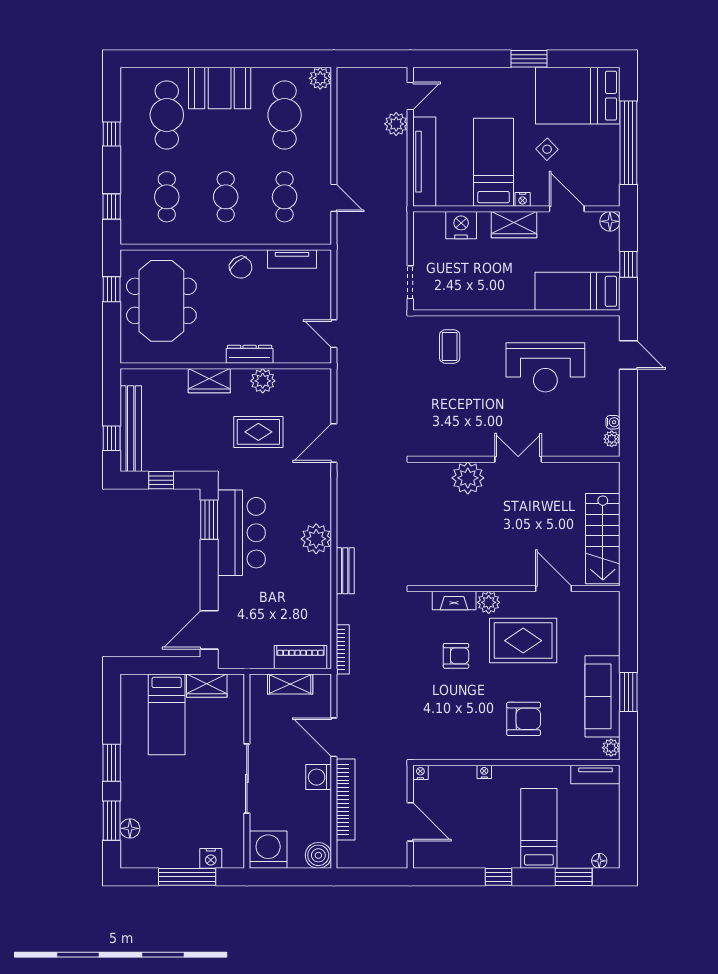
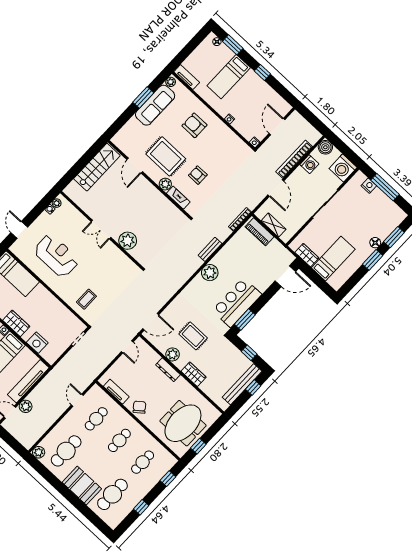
door: (334, 443) -> (151, 322), moved
washing machine: (319, 777) -> (309, 164), moved
floor lamp: (130, 828) -> (375, 243), moved

